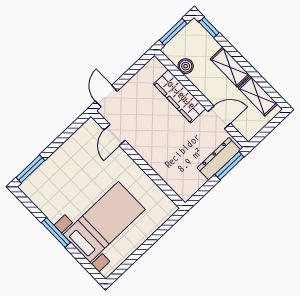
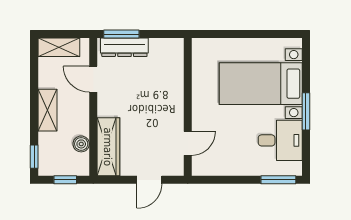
window: (173, 32) -> (65, 180), width x0.67
door: (106, 96) -> (149, 180), moved
wardrobe: (180, 96) -> (108, 147), moved
shelving: (258, 96) -> (59, 47), moved, turned 90
desk: (54, 196) -> (280, 140), added

